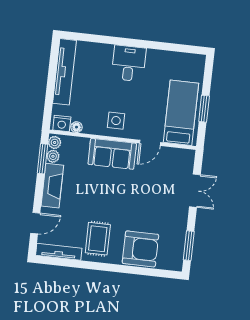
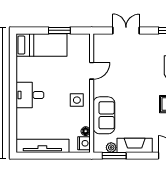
bed: (181, 113) -> (41, 45), moved, turned 180
plant: (55, 142) -> (100, 147), removed
door: (150, 143) -> (92, 71), hinge flipped
sofa: (112, 154) -> (104, 115), moved

